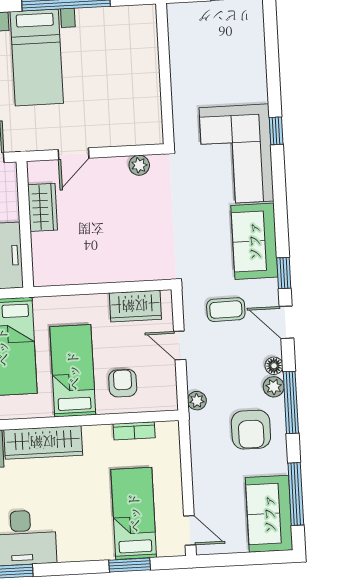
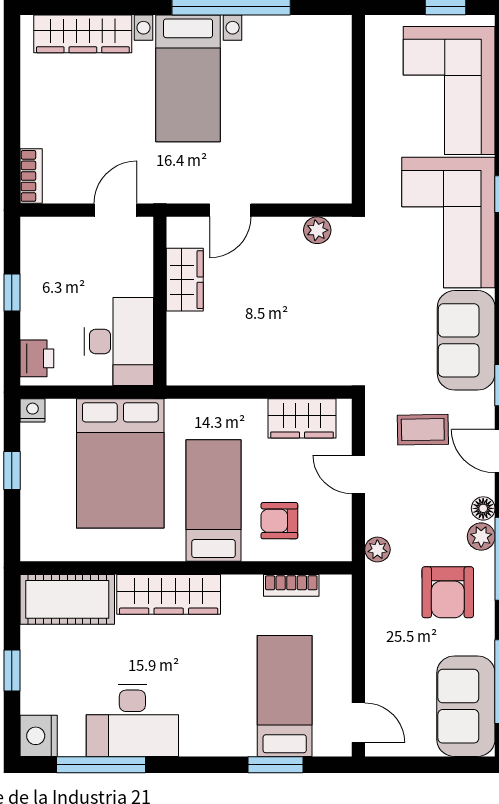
corner sofa: (232, 56) -> (449, 90), added
armchair: (123, 383) -> (279, 521), turned -90

